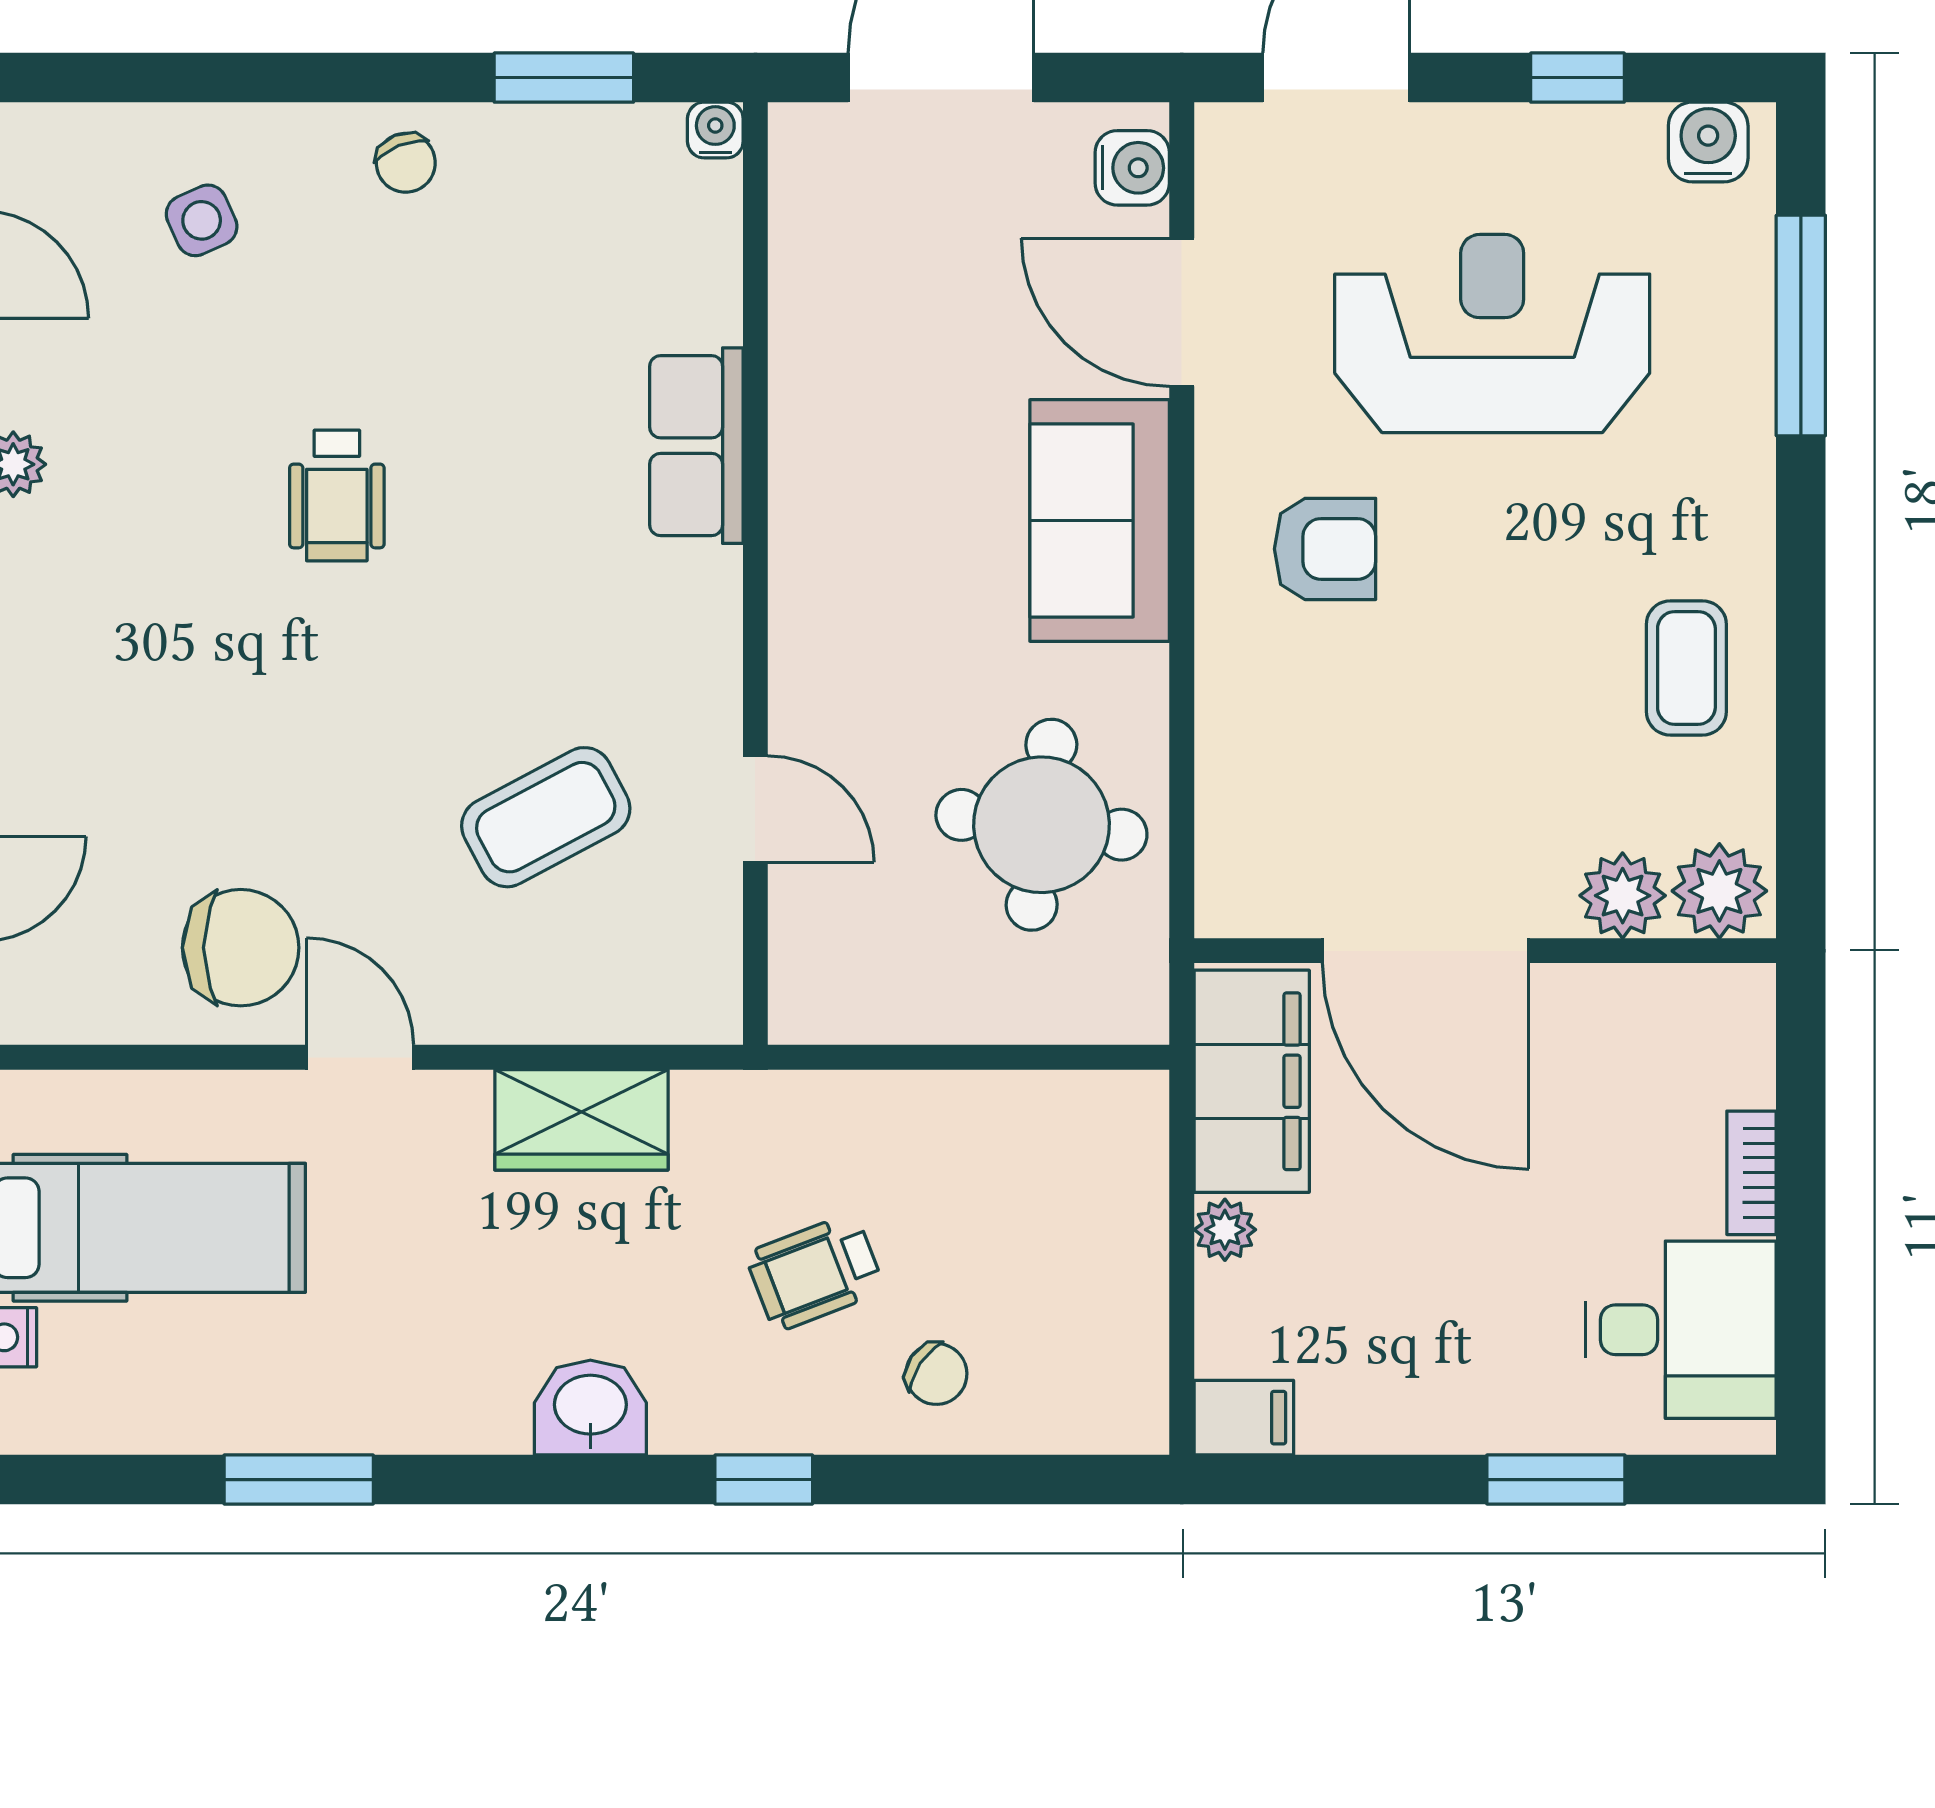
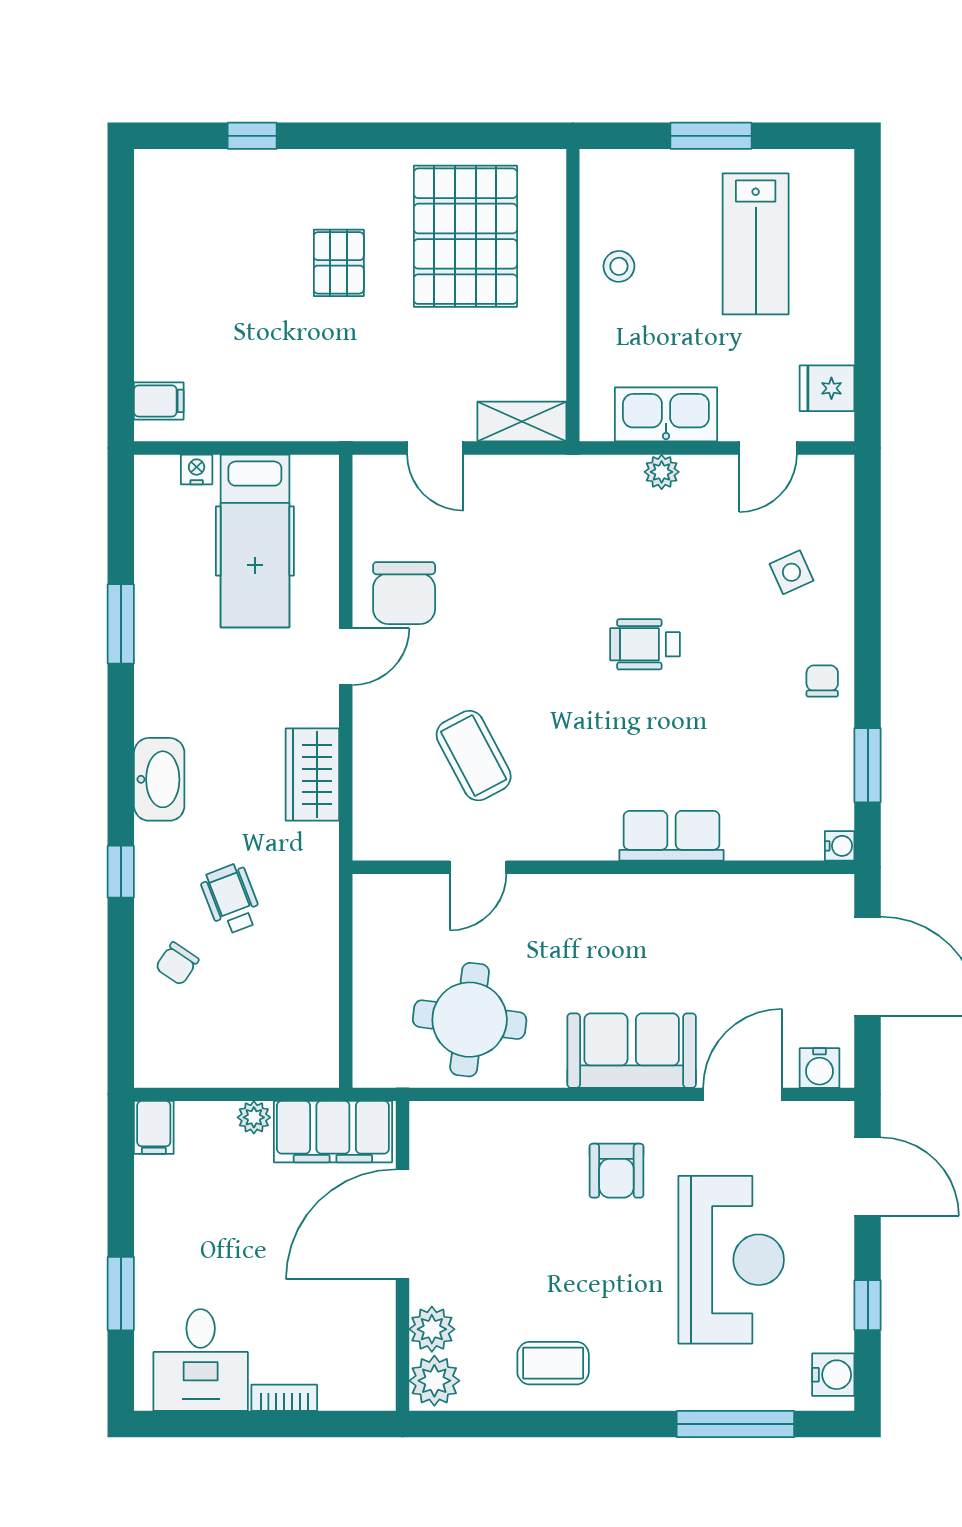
chair: (406, 163) -> (822, 681), turned 112
washbasin: (590, 1407) -> (159, 779), width x1.38

